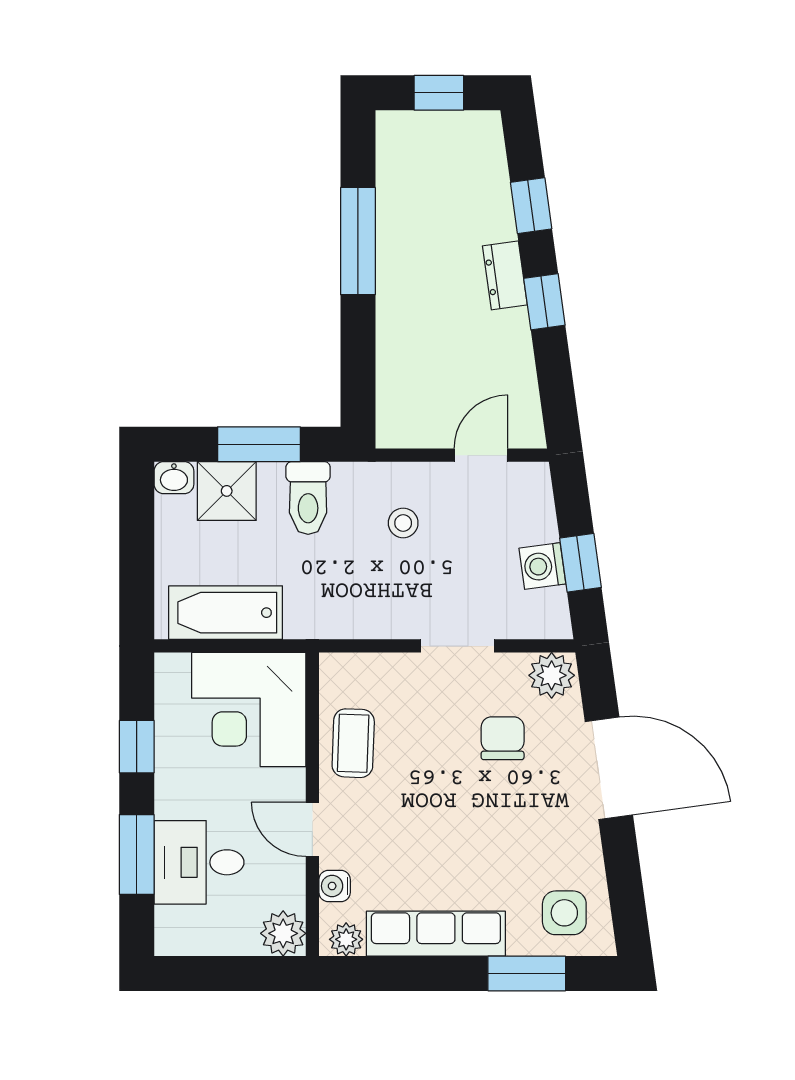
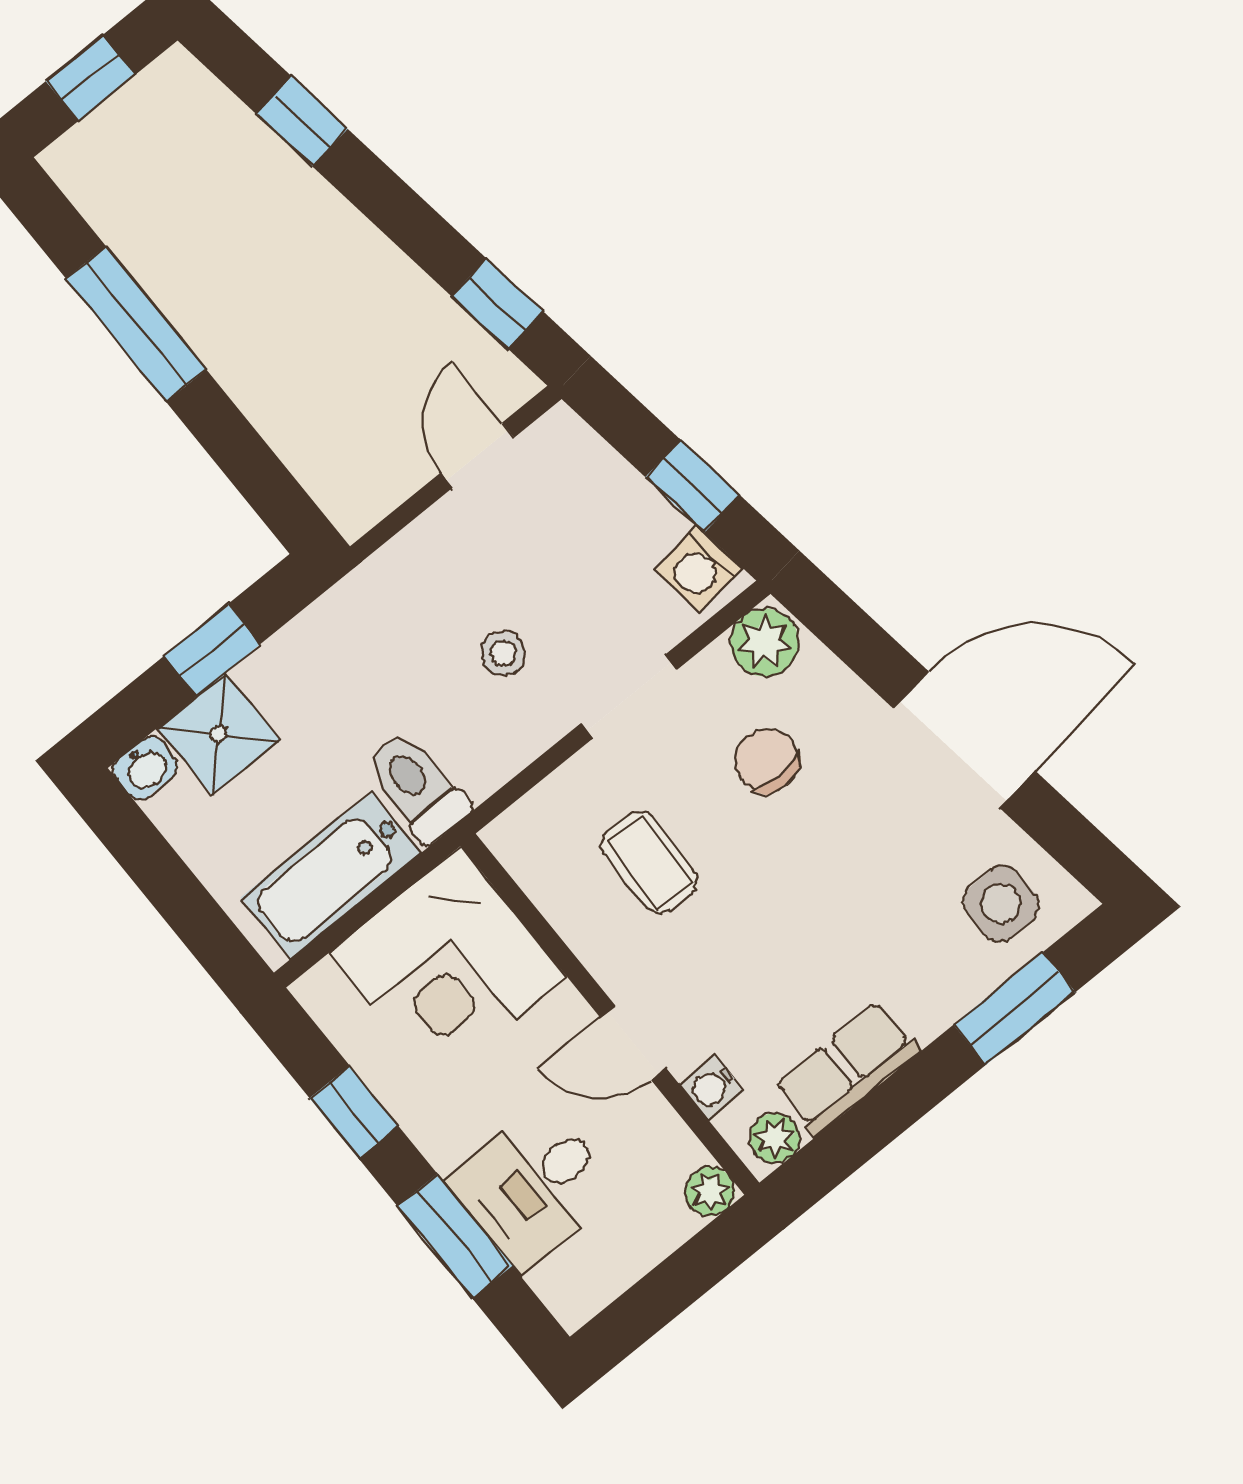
dresser: (505, 275) -> (337, 226), removed
window: (544, 302) -> (497, 304), moved
window: (259, 444) -> (212, 650), width x0.67
toilet: (308, 498) -> (417, 787), moved, turned 180
stool: (403, 523) -> (503, 653), moved
washing machine: (542, 566) -> (699, 569), moved
coffee table: (353, 743) -> (650, 862), moved
door: (609, 768) -> (964, 740), moved
plant: (283, 933) -> (710, 1191), width x0.73, depth x0.73
row of seats: (436, 934) -> (847, 1069), width x0.68

